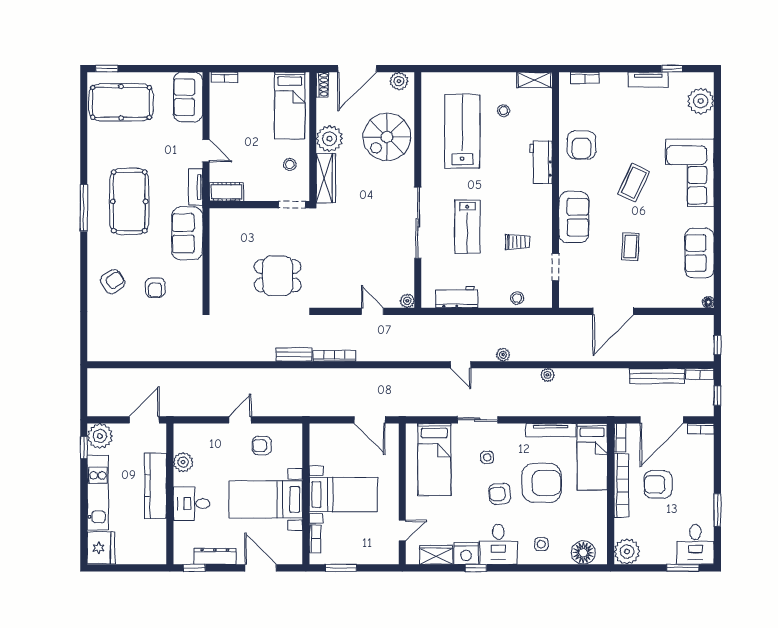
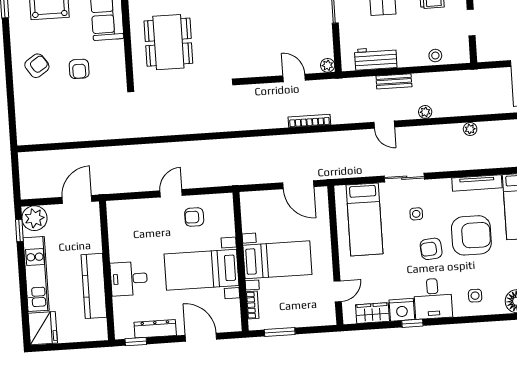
dining table: (278, 276) -> (168, 42), moved, width x1.38
bench: (294, 355) -> (394, 81), moved
bookcase: (334, 356) -> (309, 121), moved
plant: (183, 462) -> (118, 238), removed
kitchen counter: (156, 486) -> (94, 286), moved

